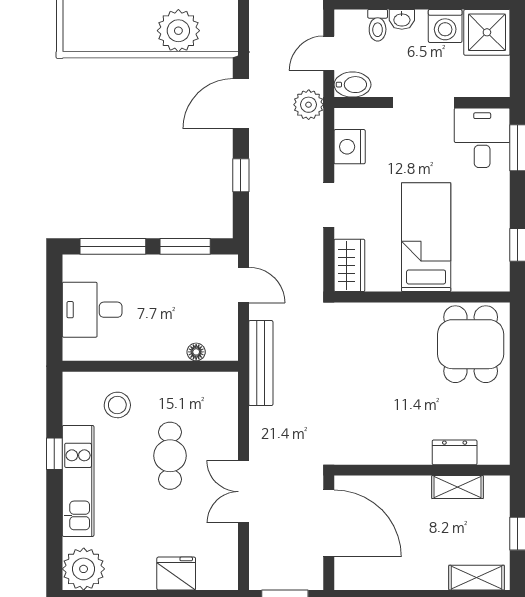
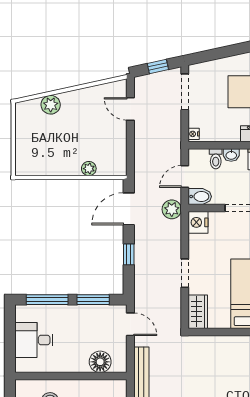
plant: (178, 31) -> (89, 169), width x0.53, depth x0.53
nightstand: (350, 147) -> (198, 222), moved
floor lamp: (196, 352) -> (100, 362), width x1.89, depth x1.89

